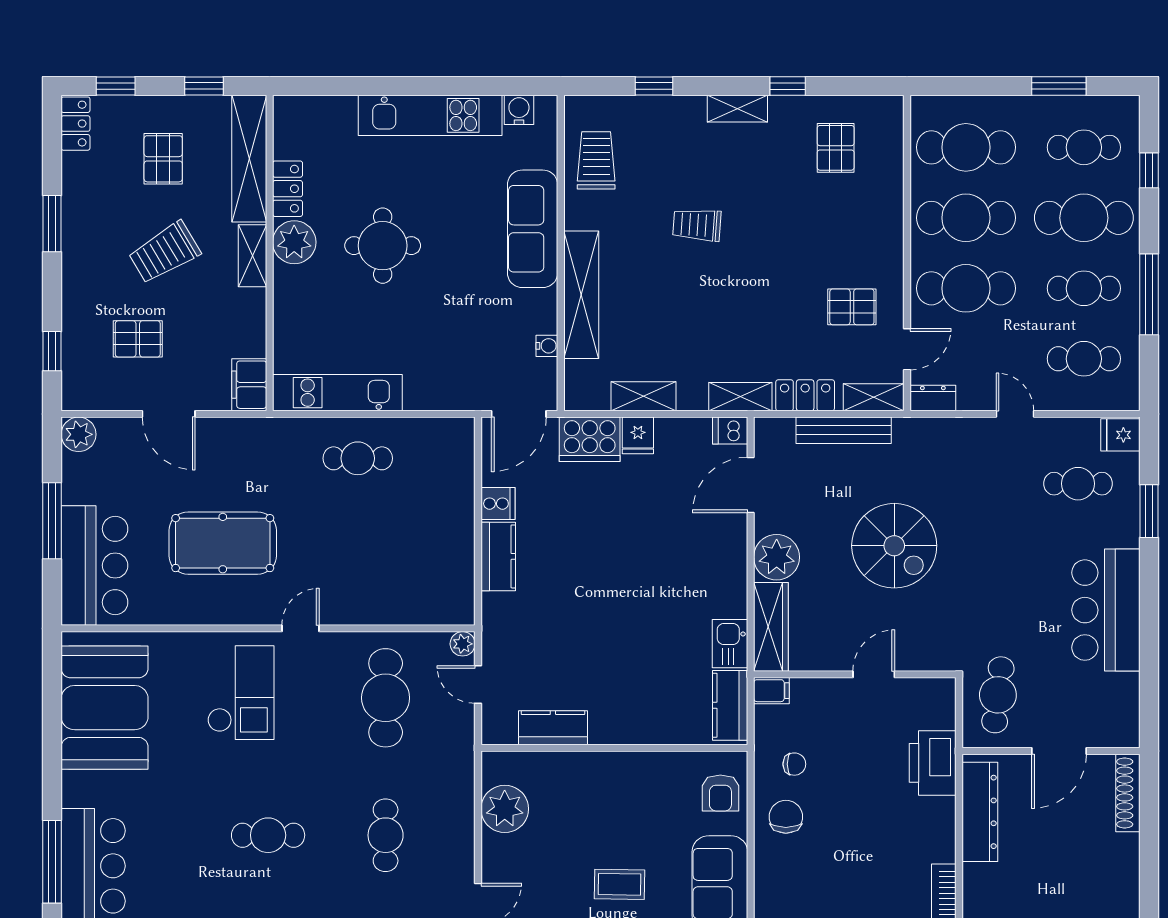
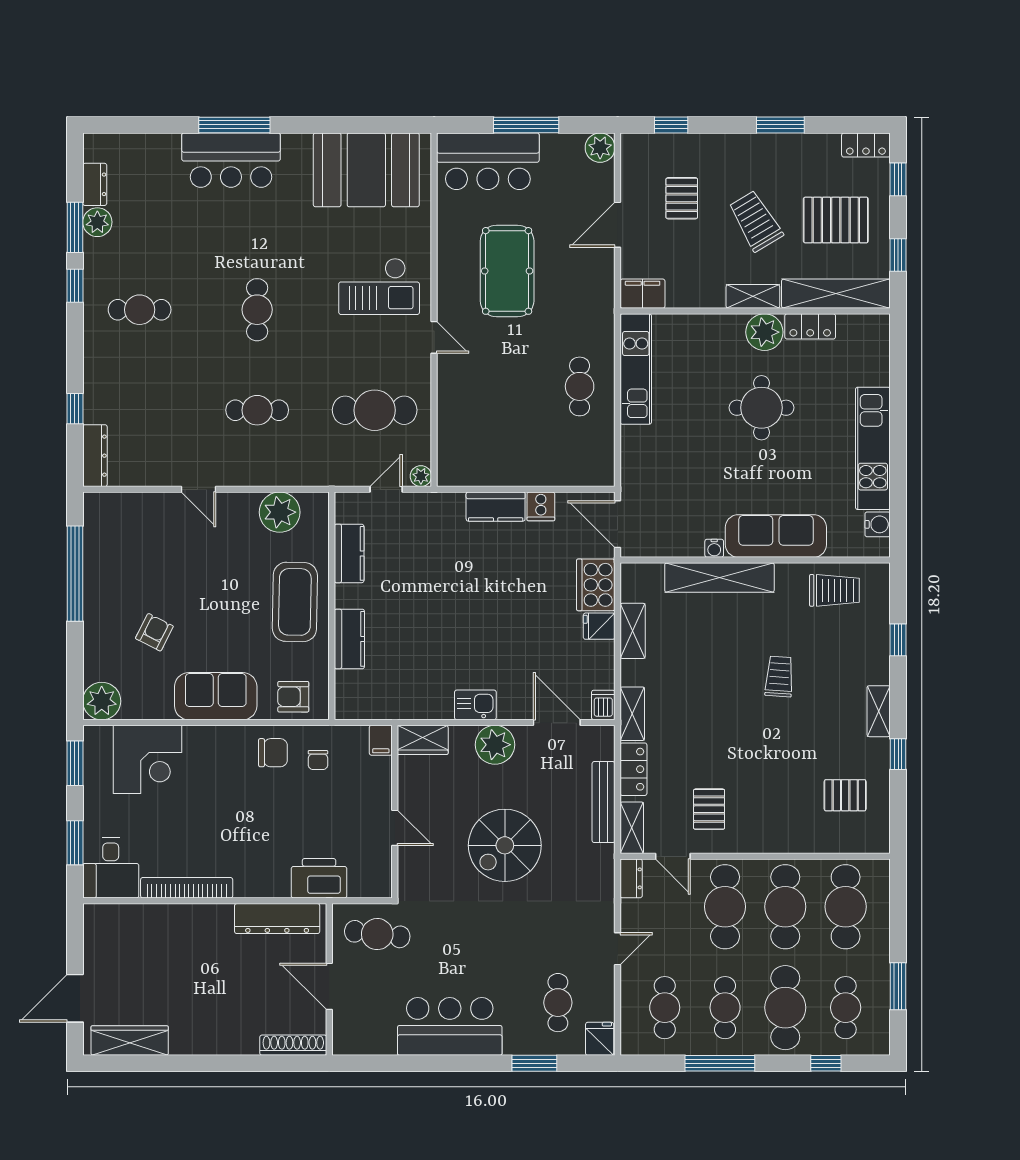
pallet: (163, 159) -> (836, 220), width x1.50, depth x1.42
water cooler: (547, 346) -> (714, 548), moved
wardrobe: (771, 627) -> (423, 740), width x0.67
kitchen sink: (730, 644) -> (475, 705), moved
kitchen counter: (730, 705) -> (349, 639), moved, turned 90
coffee table: (619, 884) -> (295, 602), moved, width x1.86, depth x1.72

